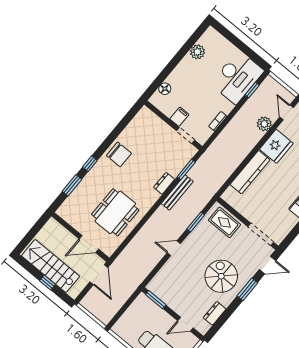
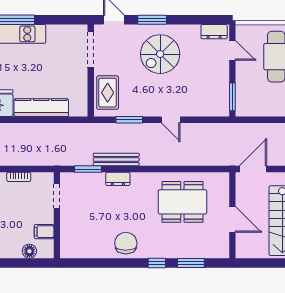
filing cabinet: (179, 117) -> (44, 232), moved
door: (89, 244) -> (232, 219), moved
dresser: (215, 313) -> (214, 32), moved

